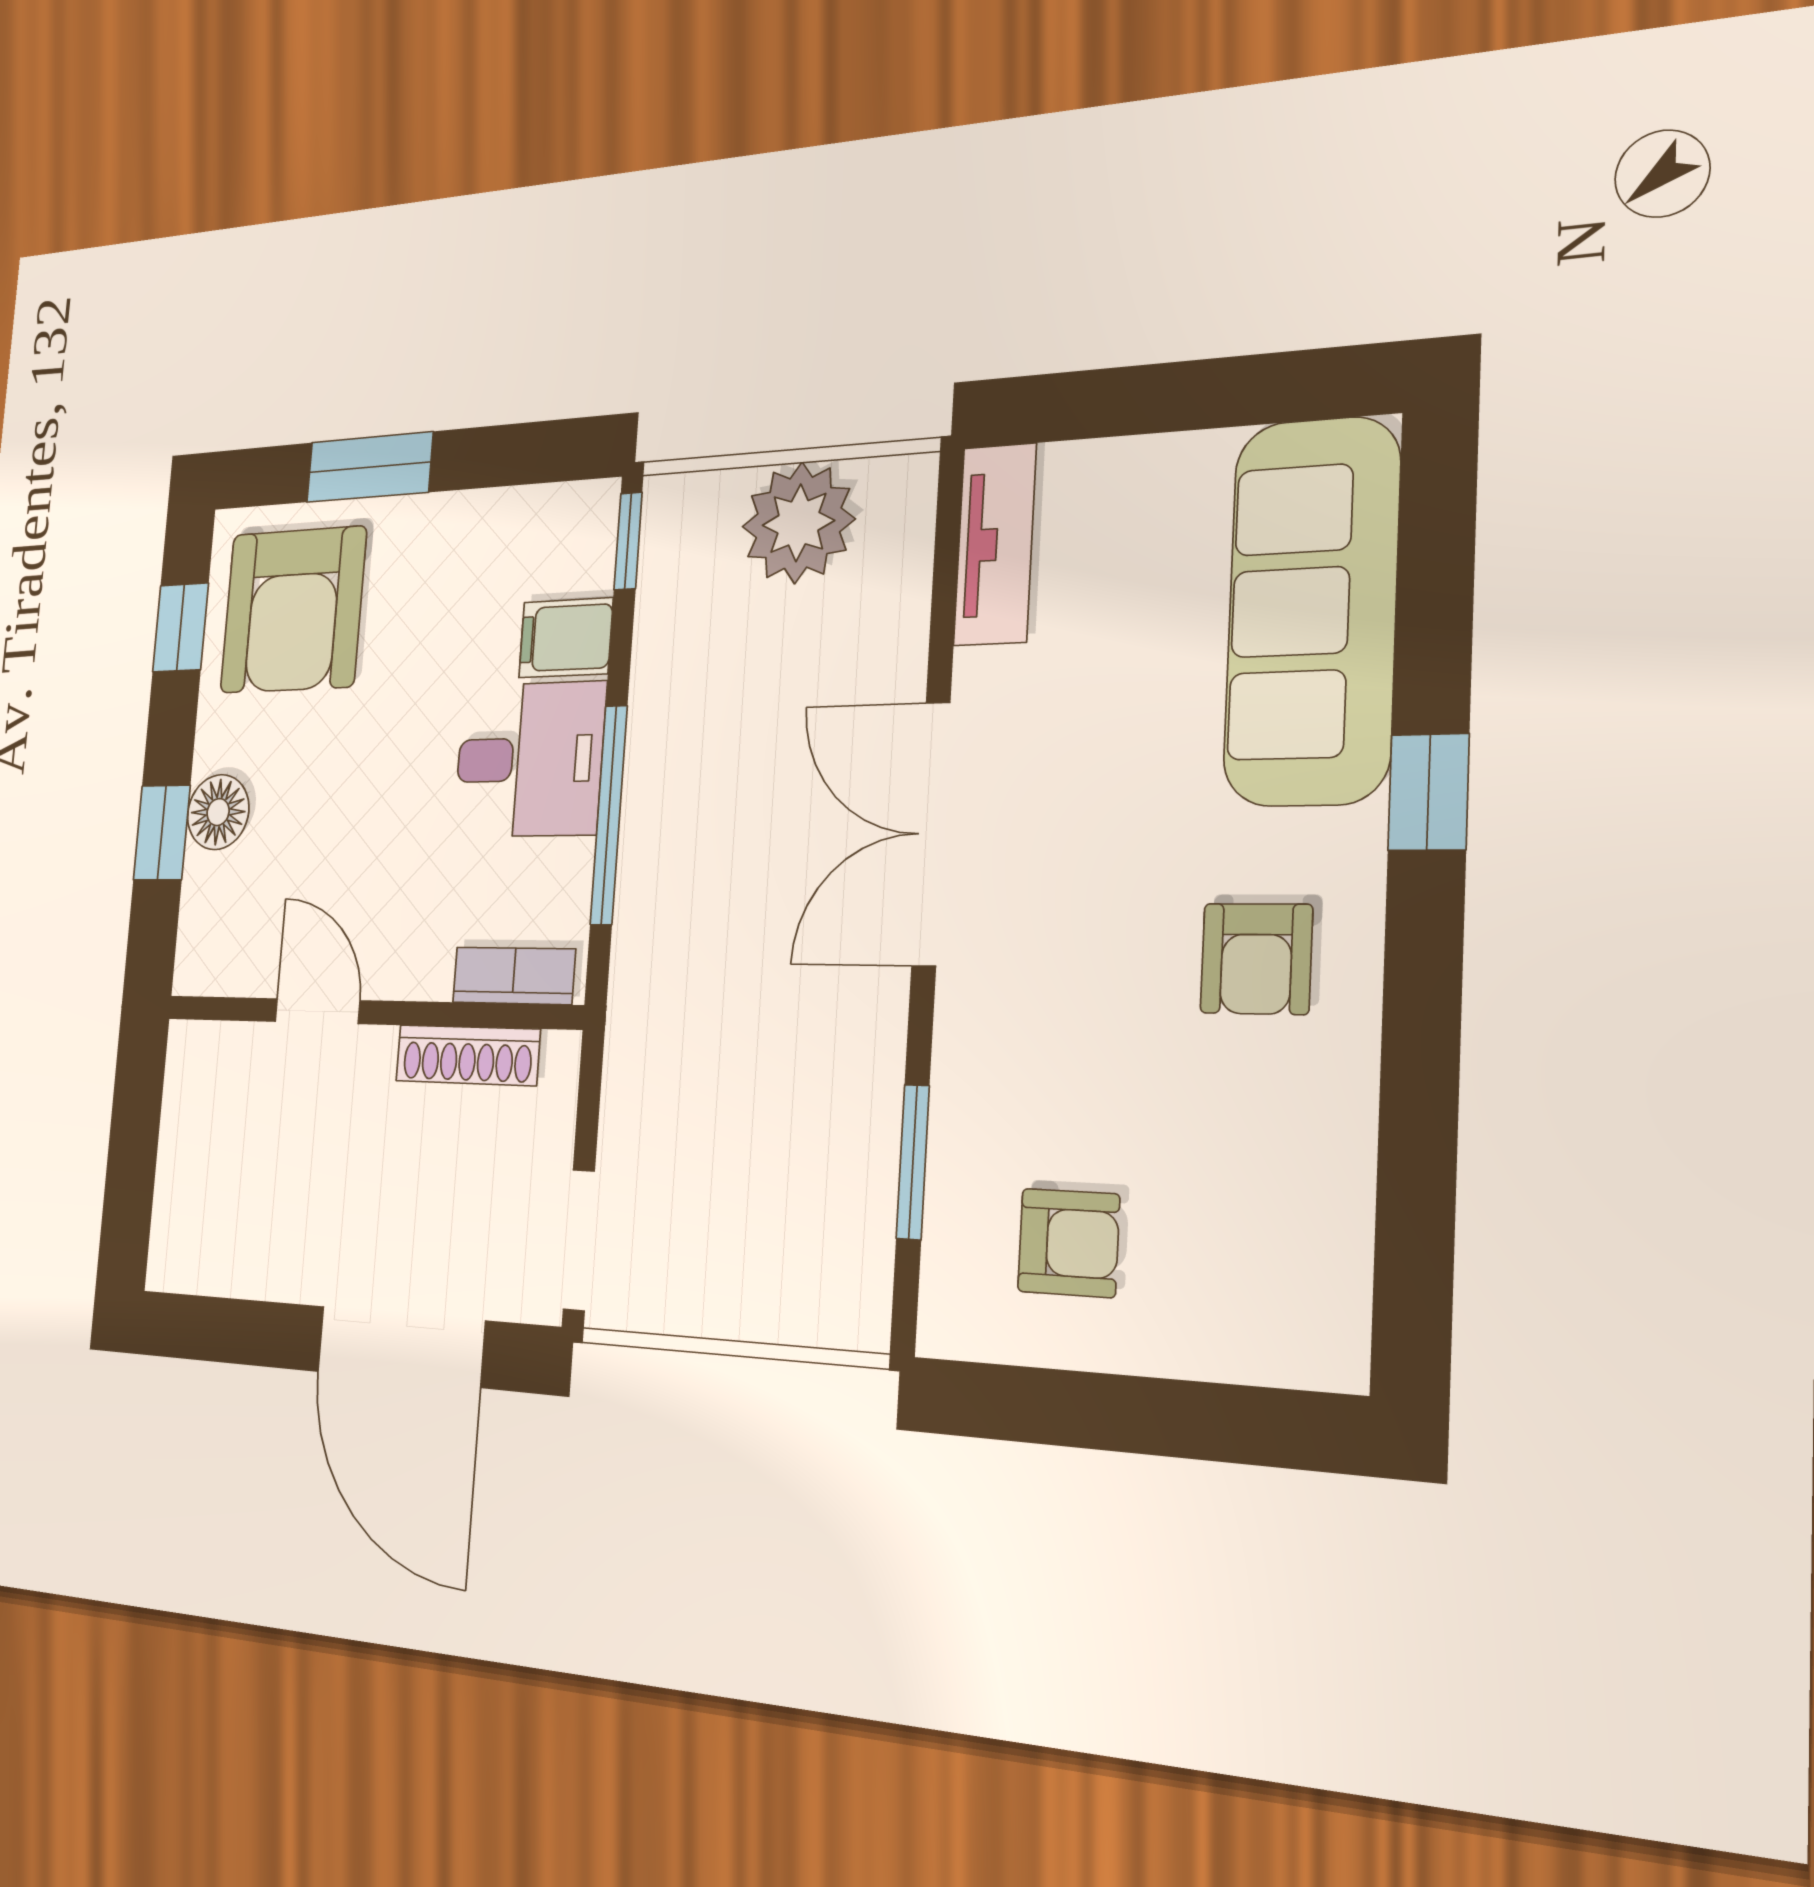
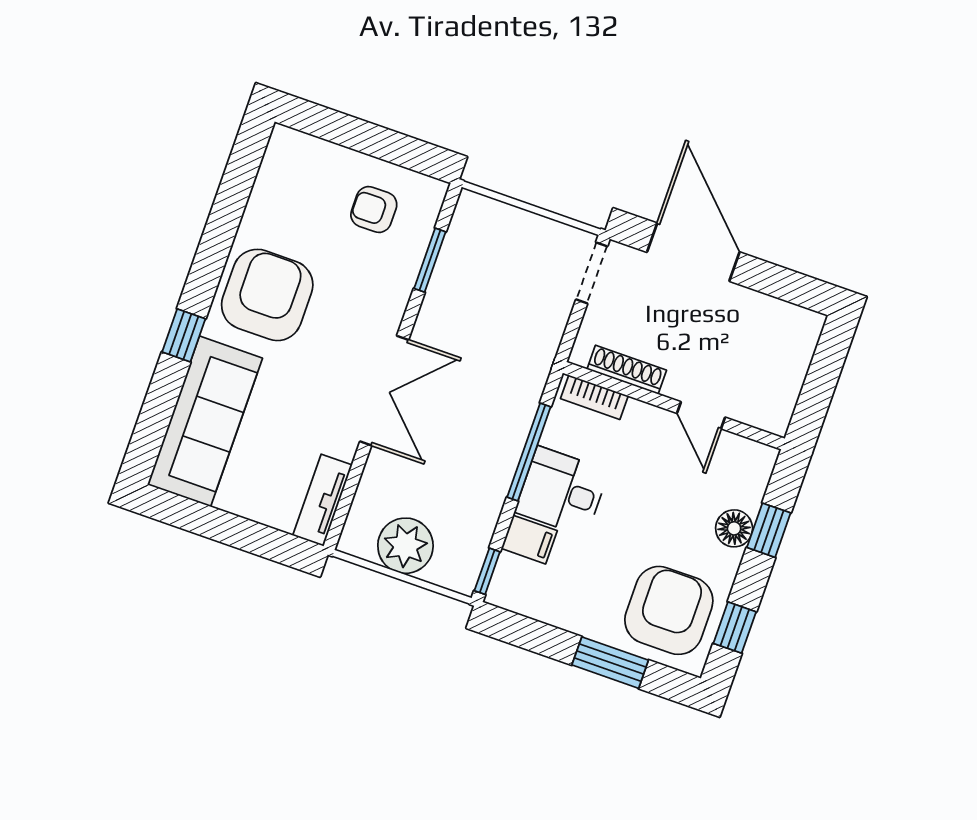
armchair: (1256, 959) -> (267, 295), width x1.88, depth x1.88

